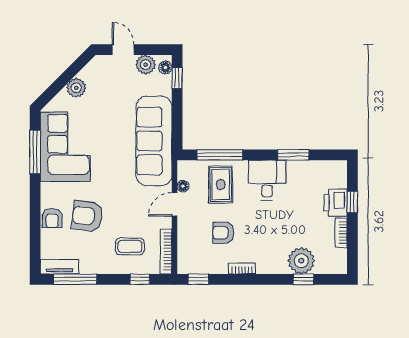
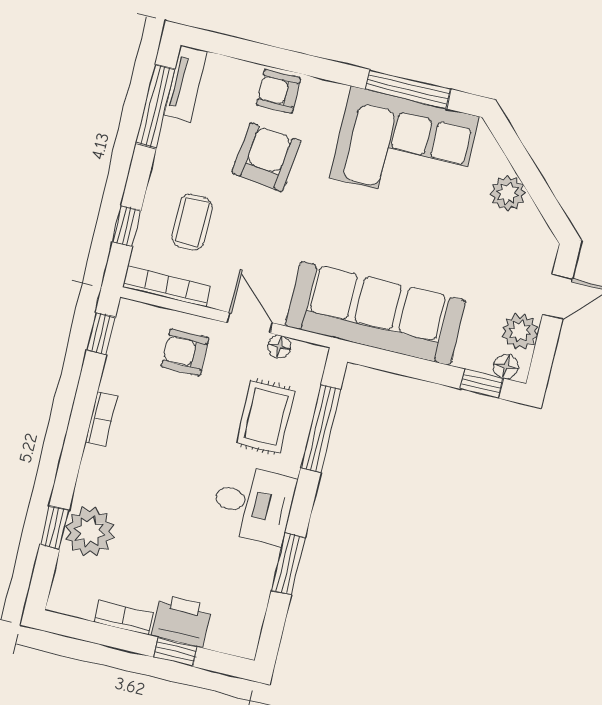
rug: (221, 185) -> (266, 417), turned 90
armchair: (223, 233) -> (185, 352), moved, turned -90

